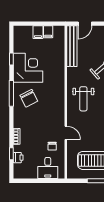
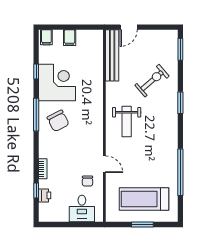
filing cabinet: (48, 32) -> (46, 37), moved

